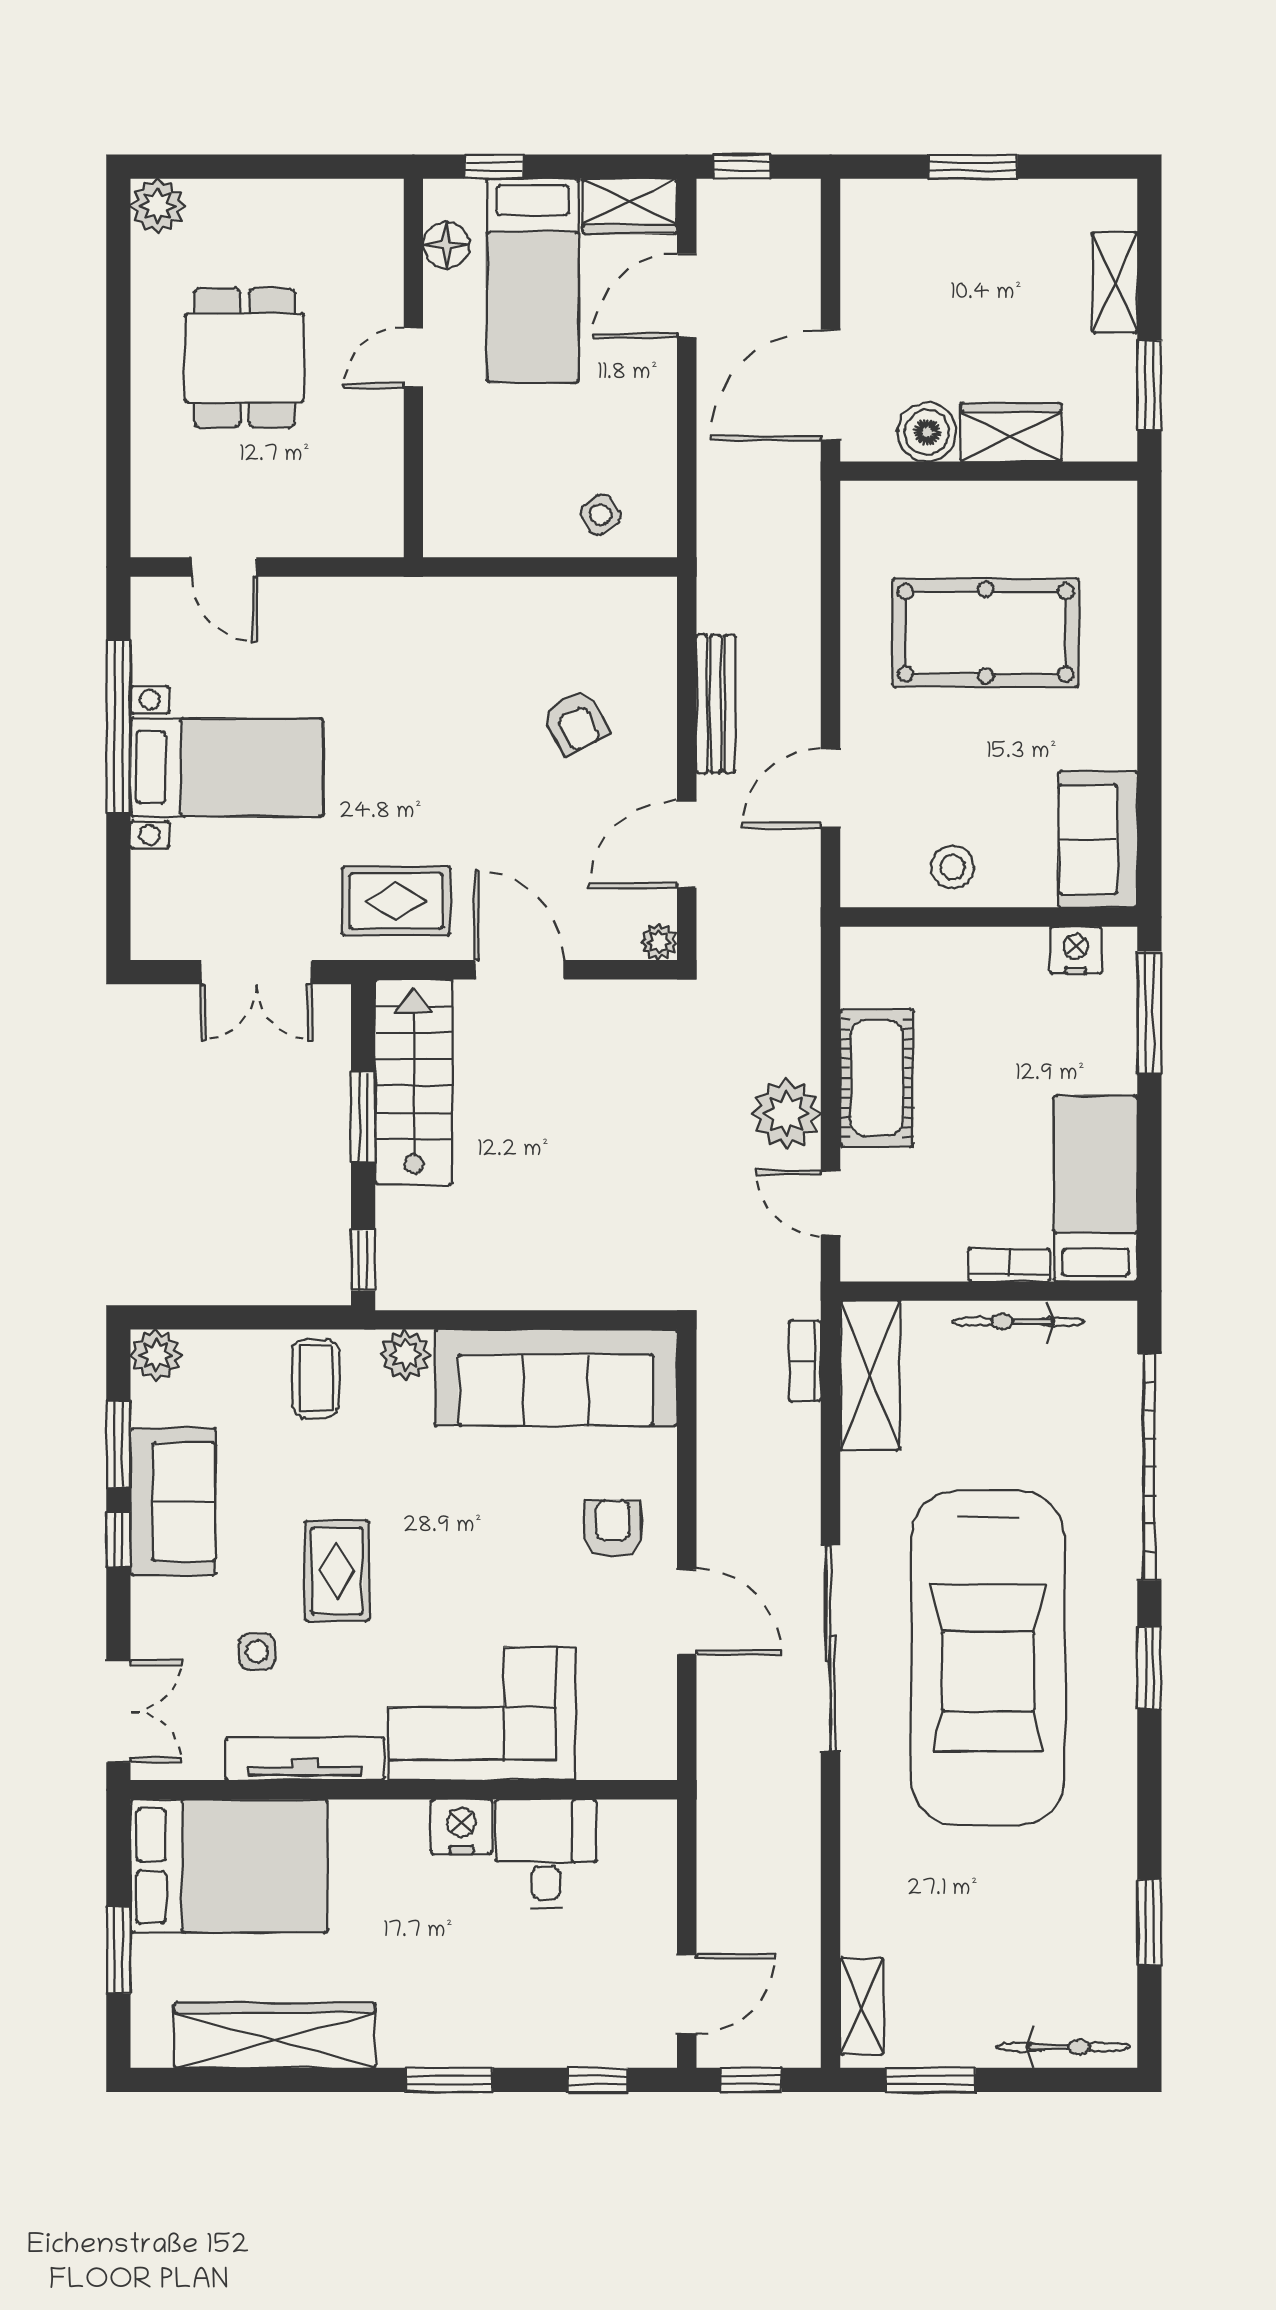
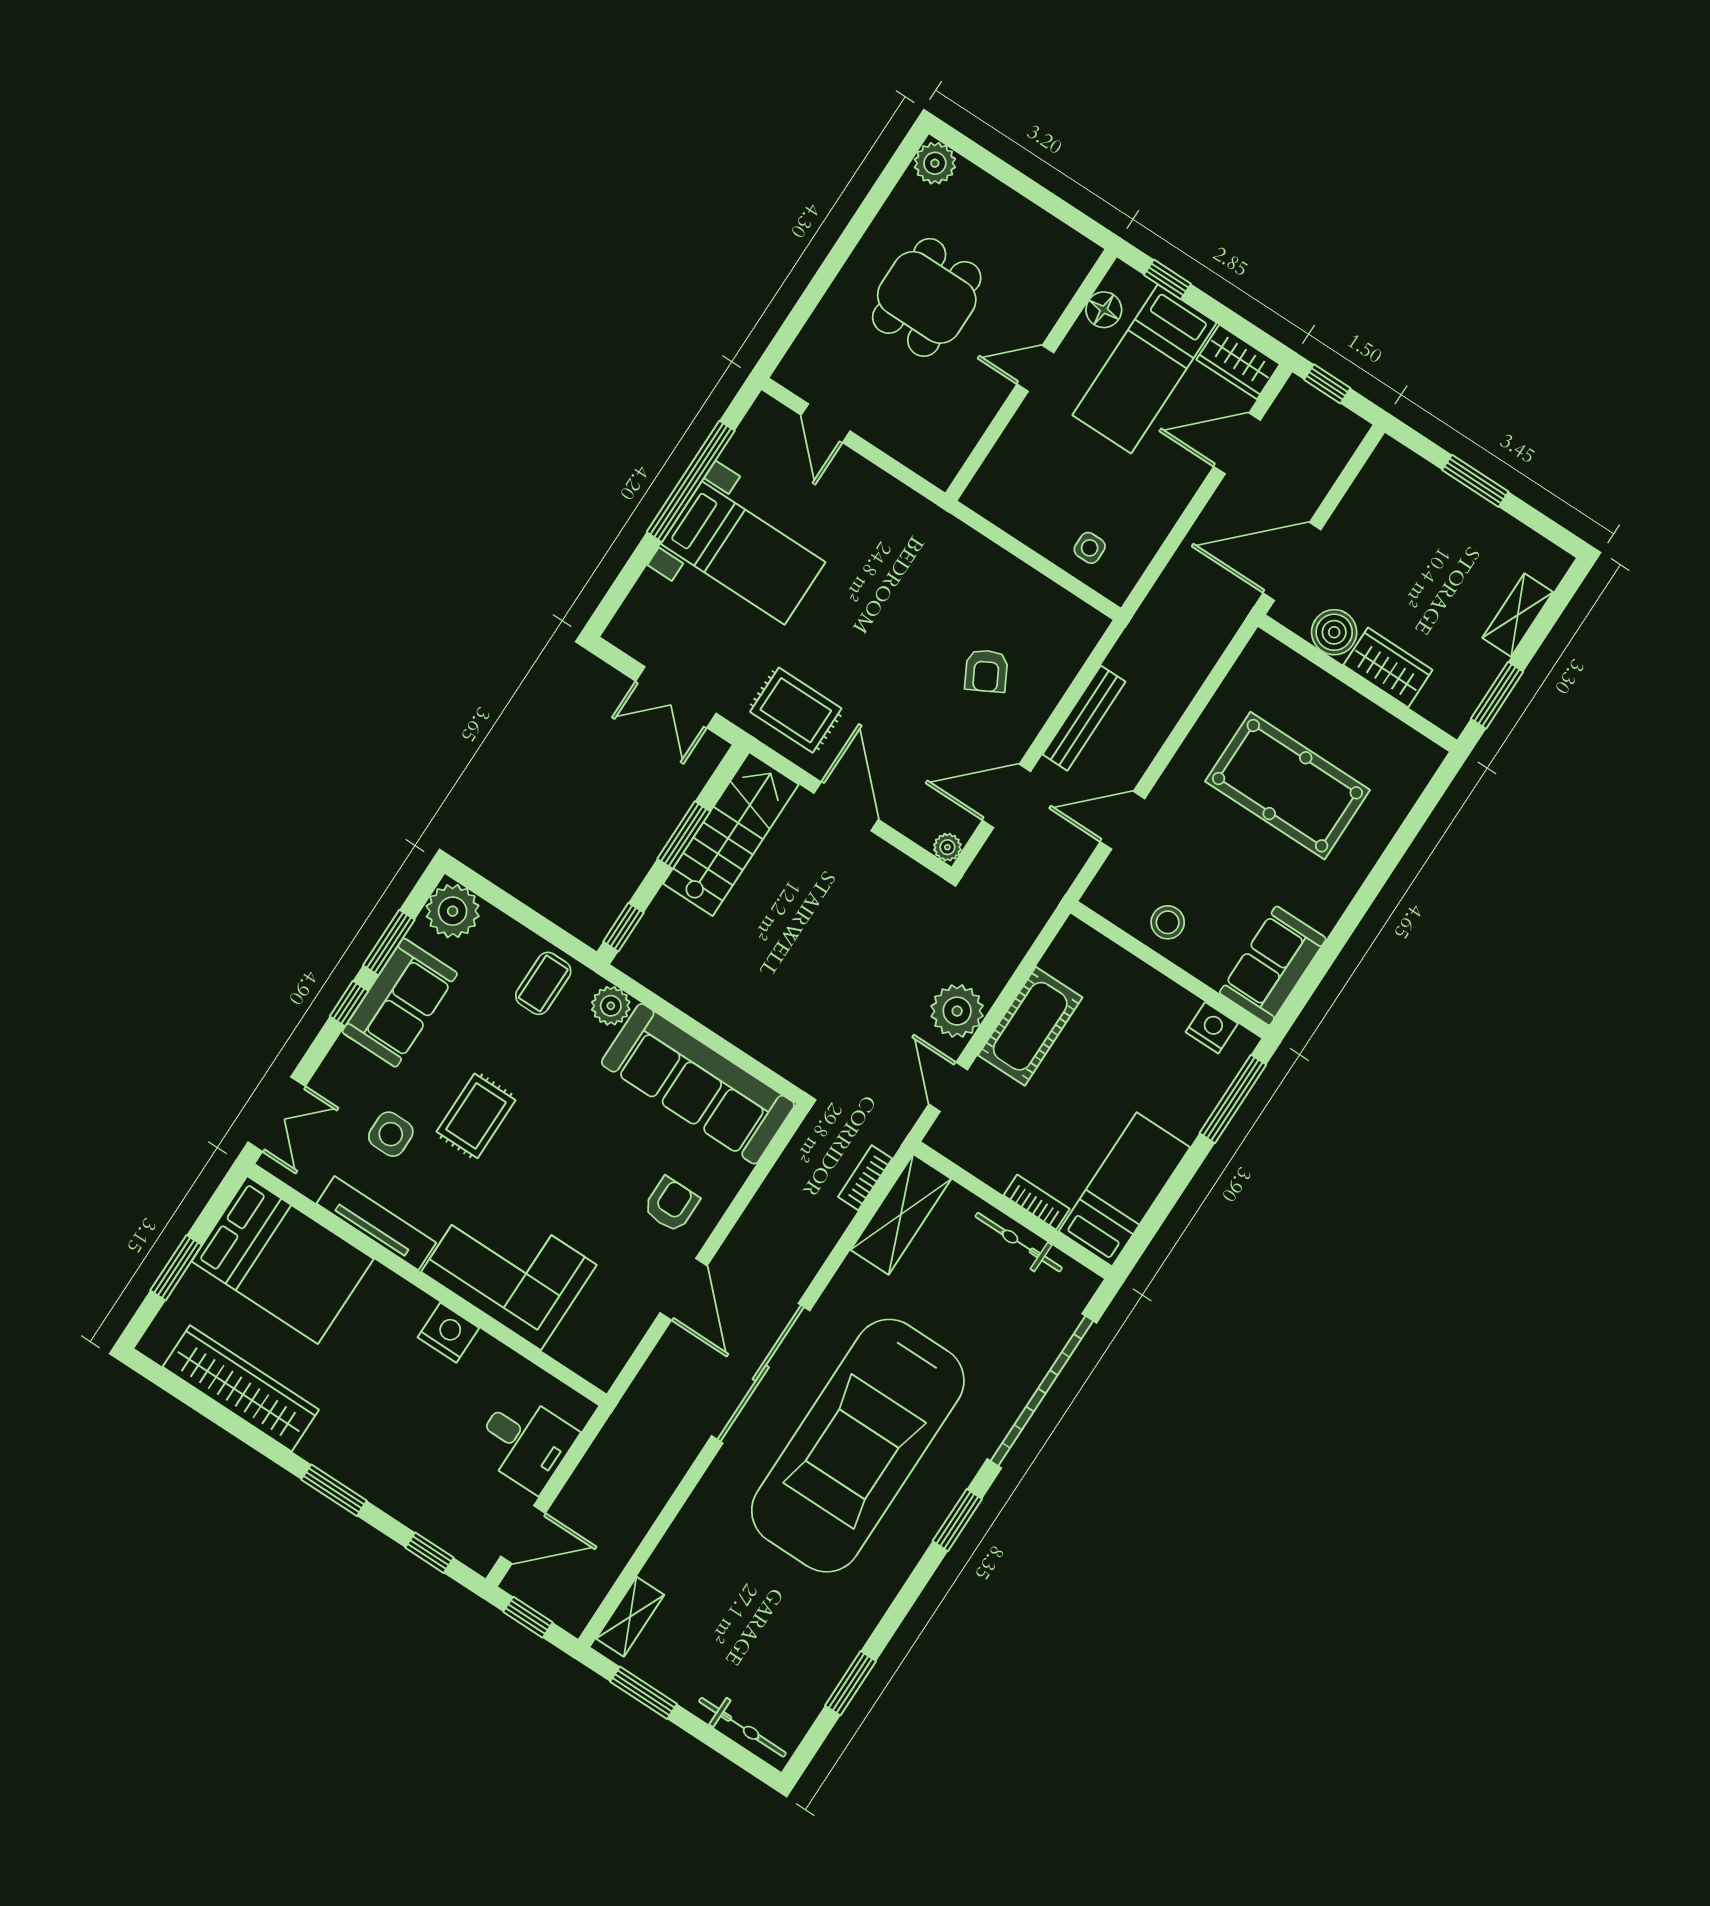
side table: (601, 515) -> (1090, 548), turned 34
plant: (156, 1355) -> (453, 911), width x1.36, depth x1.36
side table: (257, 1652) -> (391, 1134), width x1.37, depth x1.37
desk: (546, 1854) -> (525, 1442), moved, turned 90

